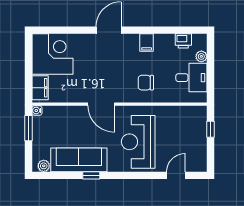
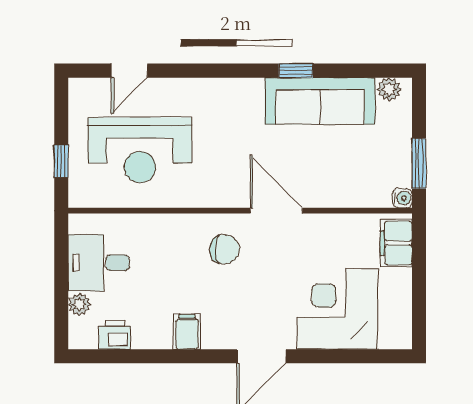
corner desk: (52, 54) -> (337, 309), moved, turned 90
chair: (146, 83) -> (224, 249), moved
reception desk: (138, 142) -> (140, 150), moved, turned 90

